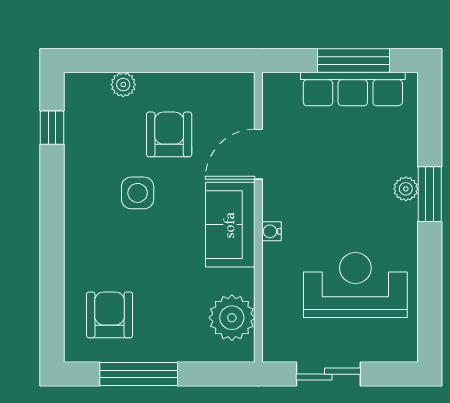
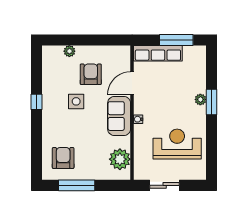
row of seats: (353, 89) -> (158, 53), moved
window: (52, 128) -> (36, 102), moved

